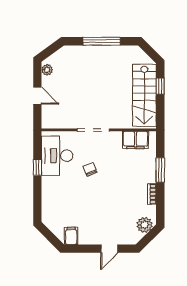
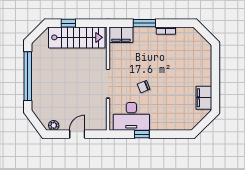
window: (102, 41) -> (28, 76), width x1.46
filing cabinet: (135, 140) -> (121, 35), moved, turned 90
plant: (144, 225) -> (194, 37), removed
filing cabinet: (71, 236) -> (204, 98), width x2.00
door: (109, 249) -> (215, 69), removed

